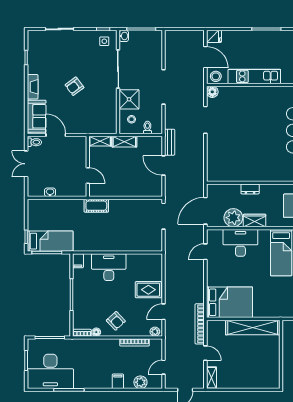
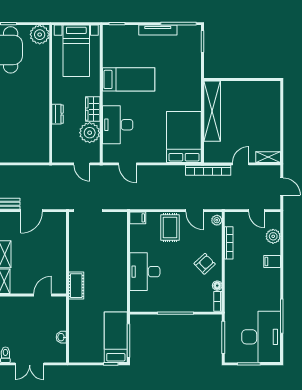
door: (205, 211) -> (82, 164), width x0.53
filing cabinet: (78, 261) -> (138, 218), moved

